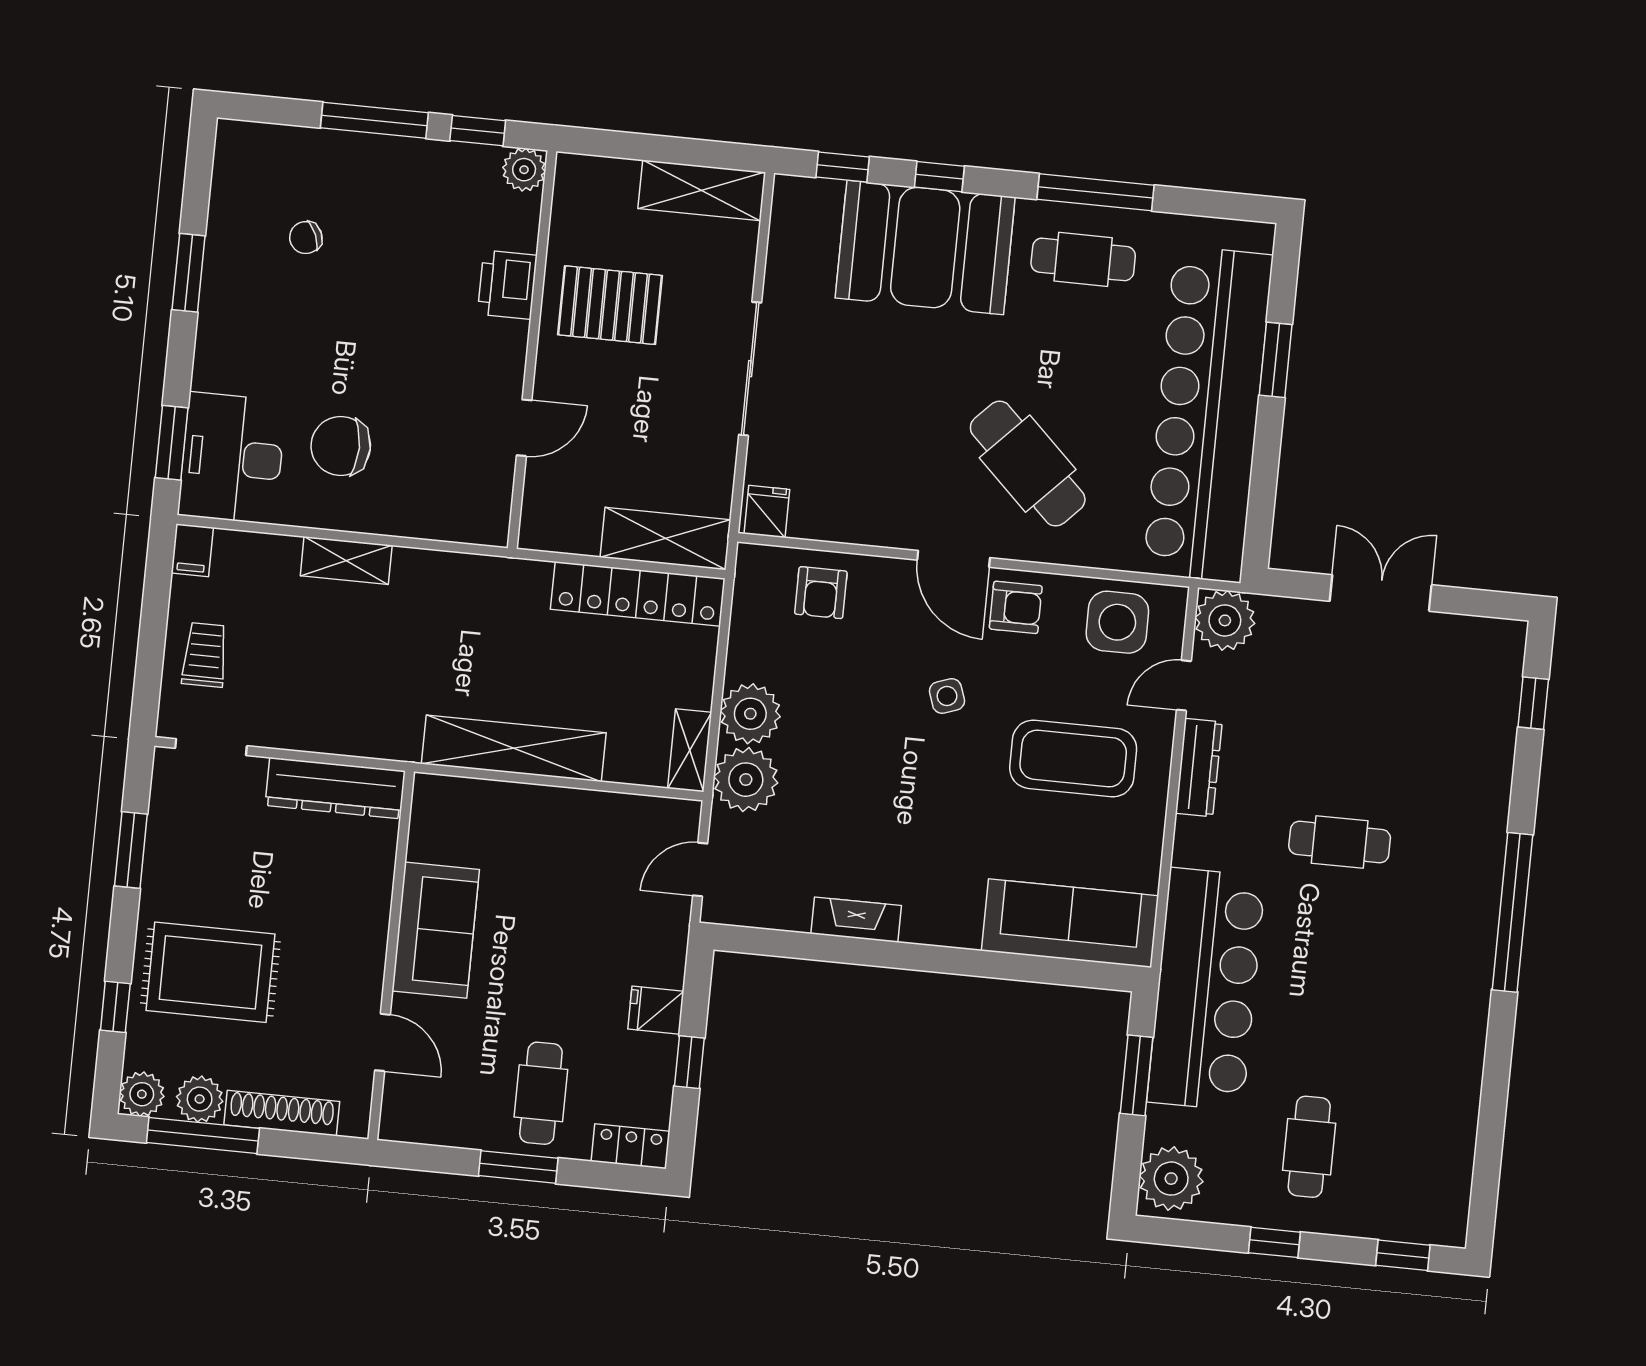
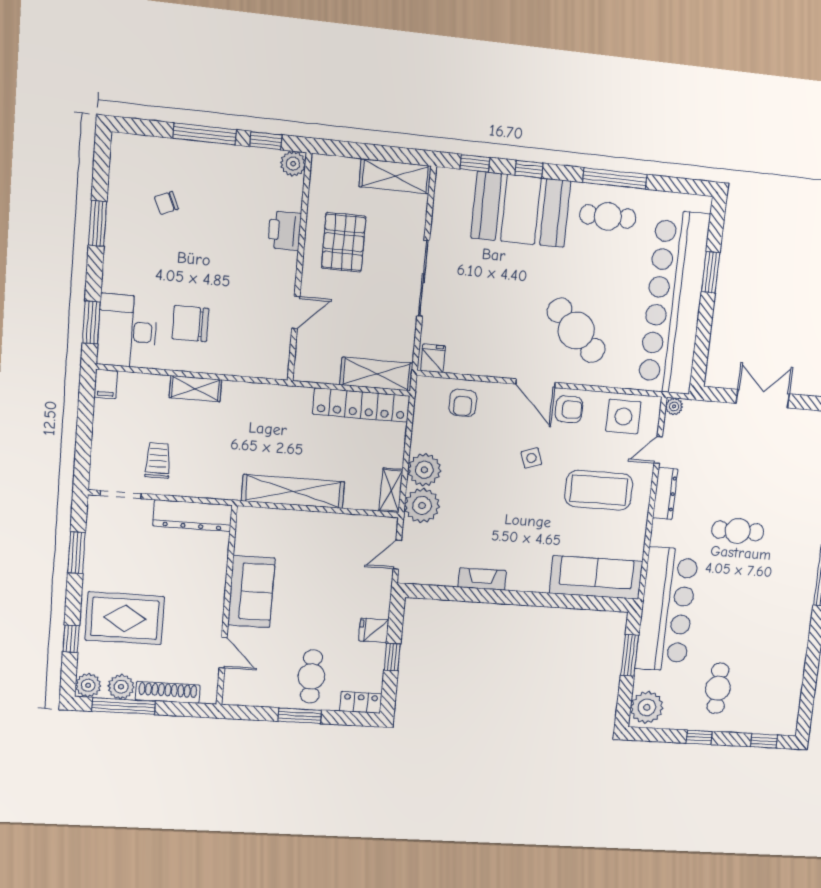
pallet: (610, 305) -> (344, 242), turned 90
plant: (1225, 620) -> (674, 406), width x0.53, depth x0.53
trolley: (205, 655) -> (158, 460), moved

